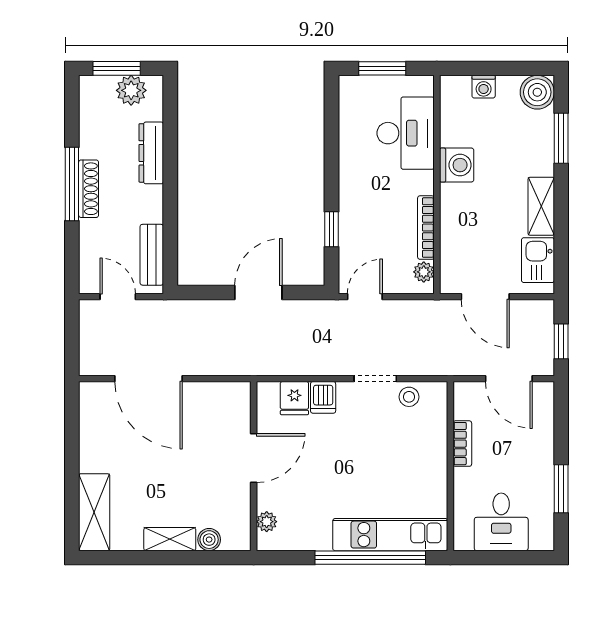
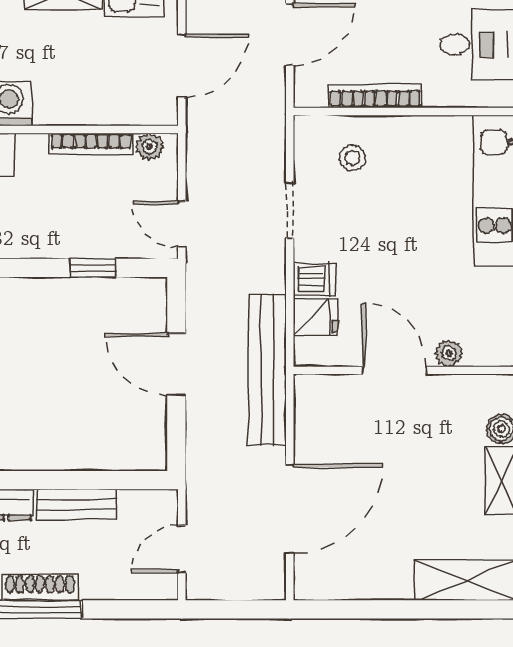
bench: (152, 255) -> (77, 504), moved
bench: (254, 362) -> (267, 370), added
stool: (409, 397) -> (352, 158), moved
bookcase: (462, 444) -> (375, 96), width x1.56
plant: (267, 522) -> (449, 353), moved

